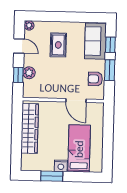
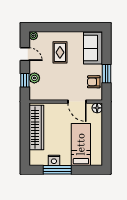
window: (110, 45) -> (106, 51), removed
floor lamp: (98, 108) -> (97, 108), added
nightstand: (61, 166) -> (54, 160), moved
window: (52, 176) -> (57, 170), width x1.44

